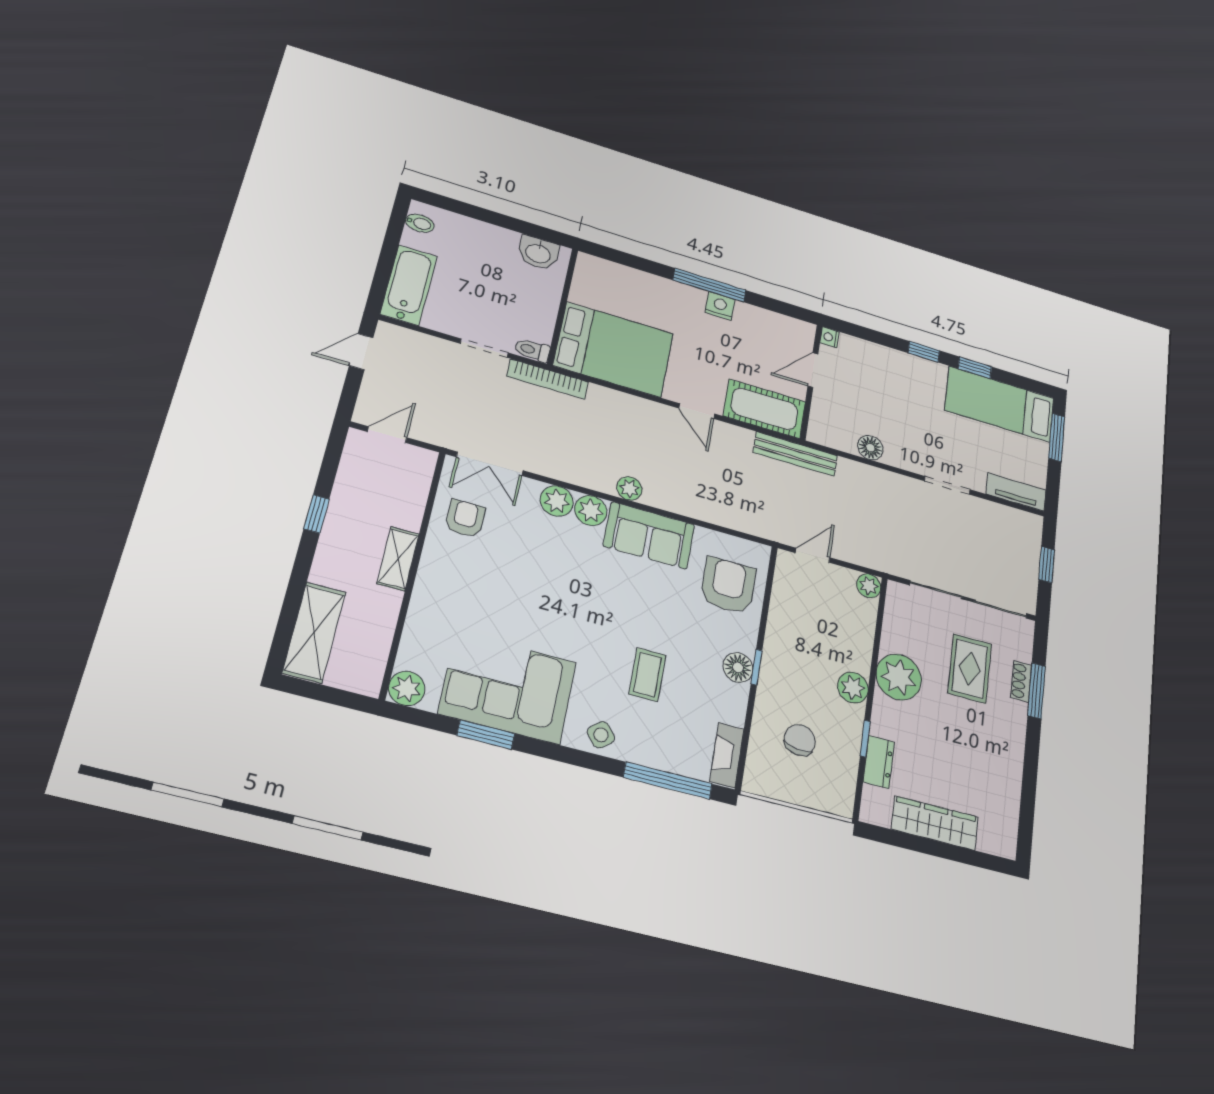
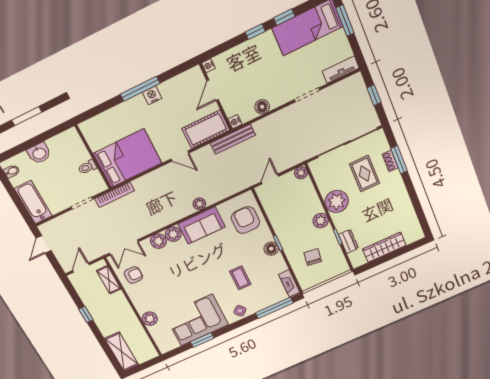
washbasin: (538, 253) -> (39, 153), moved
toilet: (532, 350) -> (87, 167), moved
nightstand: (816, 434) -> (235, 122), added
plant: (629, 489) -> (199, 204), moved
armchair: (465, 519) -> (133, 275), turned 90
shelving: (398, 559) -> (109, 280), moved
plant: (407, 688) -> (150, 319), moved

